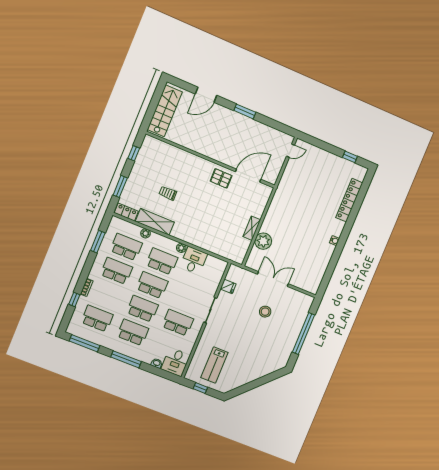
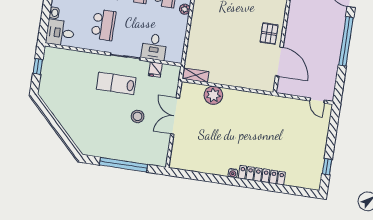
window: (245, 111) -> (346, 41), width x2.11
locker: (349, 200) -> (262, 175), moved
shelving: (252, 228) -> (196, 75), moved
desk: (194, 260) -> (154, 47), moved, turned 90
double door: (273, 279) -> (175, 116), swing flipped
lab bench: (214, 365) -> (116, 83), moved

